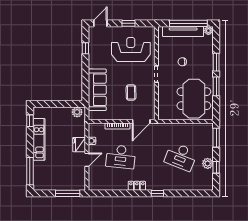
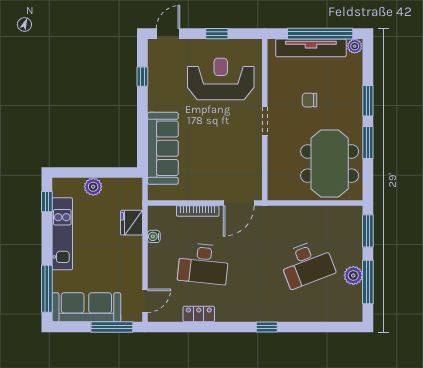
coffee table: (131, 92) -> (221, 153), removed
plant: (77, 112) -> (93, 187), moved
fridge: (79, 145) -> (131, 223), moved
desk: (181, 157) -> (307, 264), turned -42
door: (87, 160) -> (145, 301), moved
window: (216, 167) -> (368, 282), width x2.17
sofa: (53, 182) -> (86, 307), added
locker: (137, 186) -> (199, 314), moved

